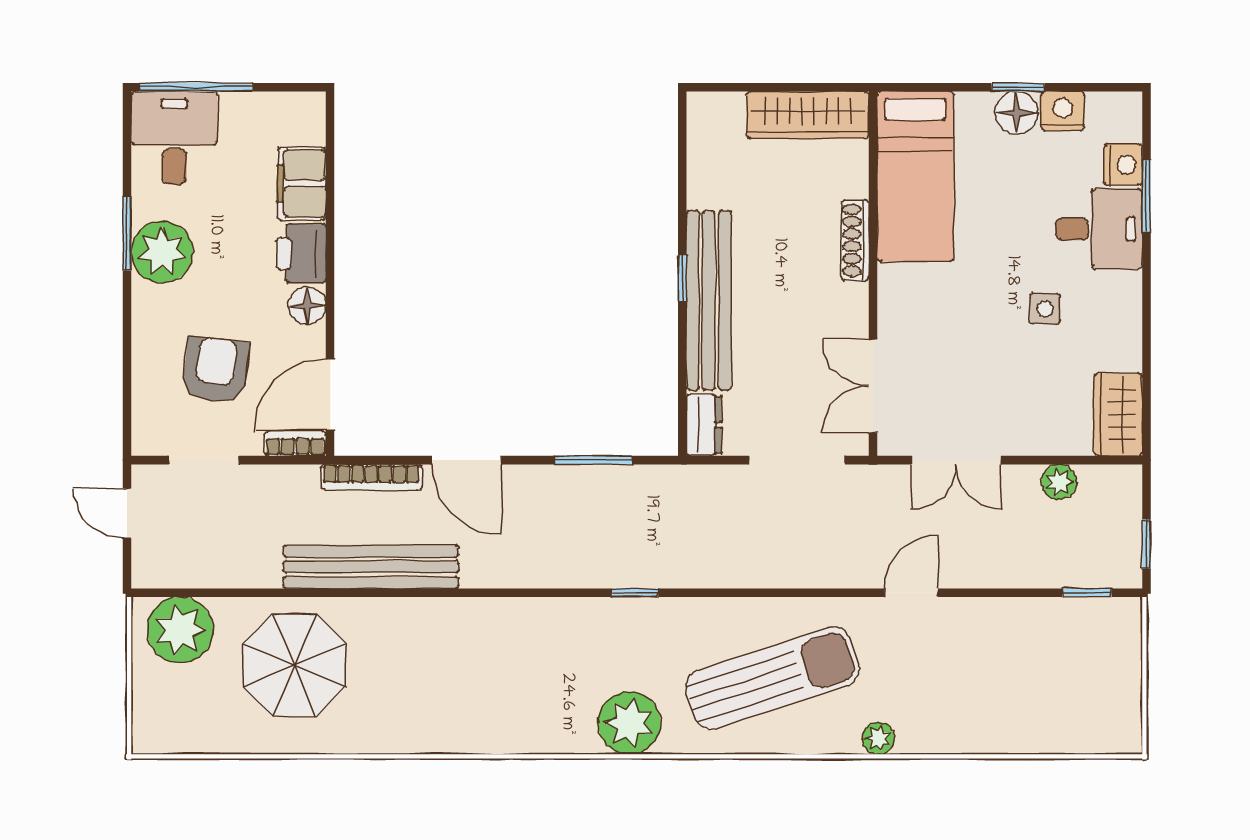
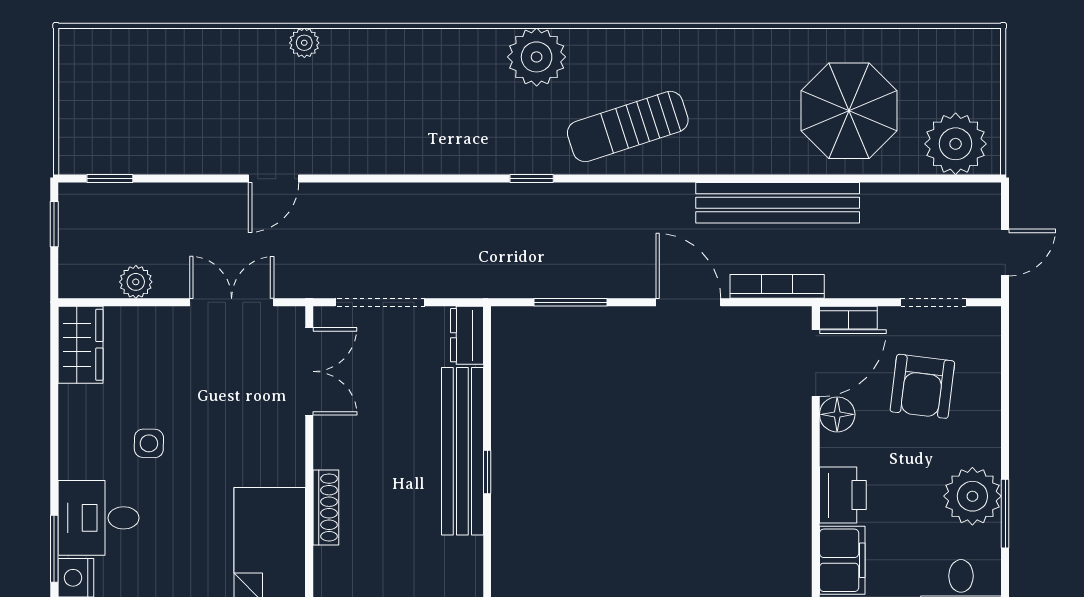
floor lamp: (307, 306) -> (837, 414), moved
door: (127, 513) -> (1005, 253), hinge flipped
sun lounger: (773, 678) -> (628, 126), moved, width x0.73, depth x0.75

